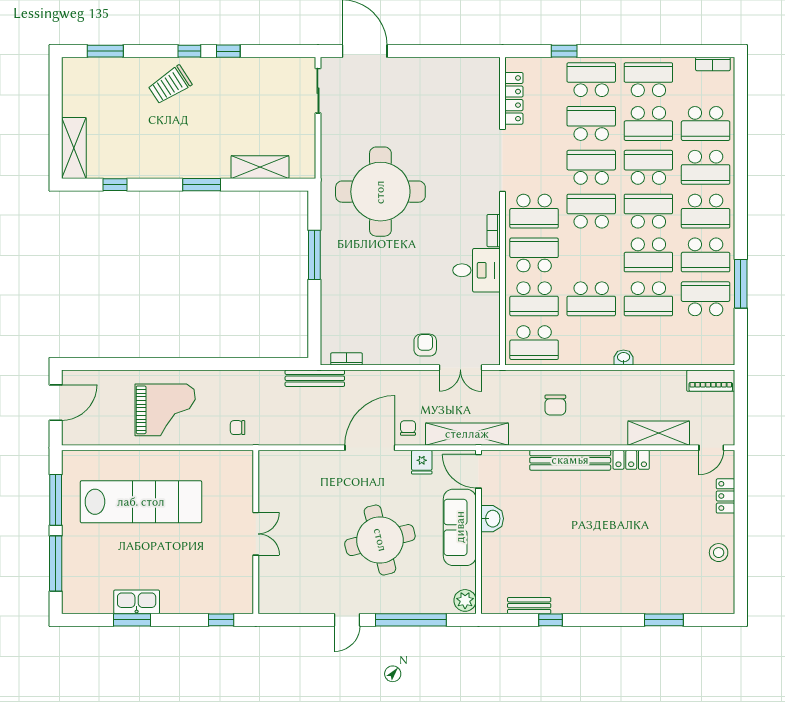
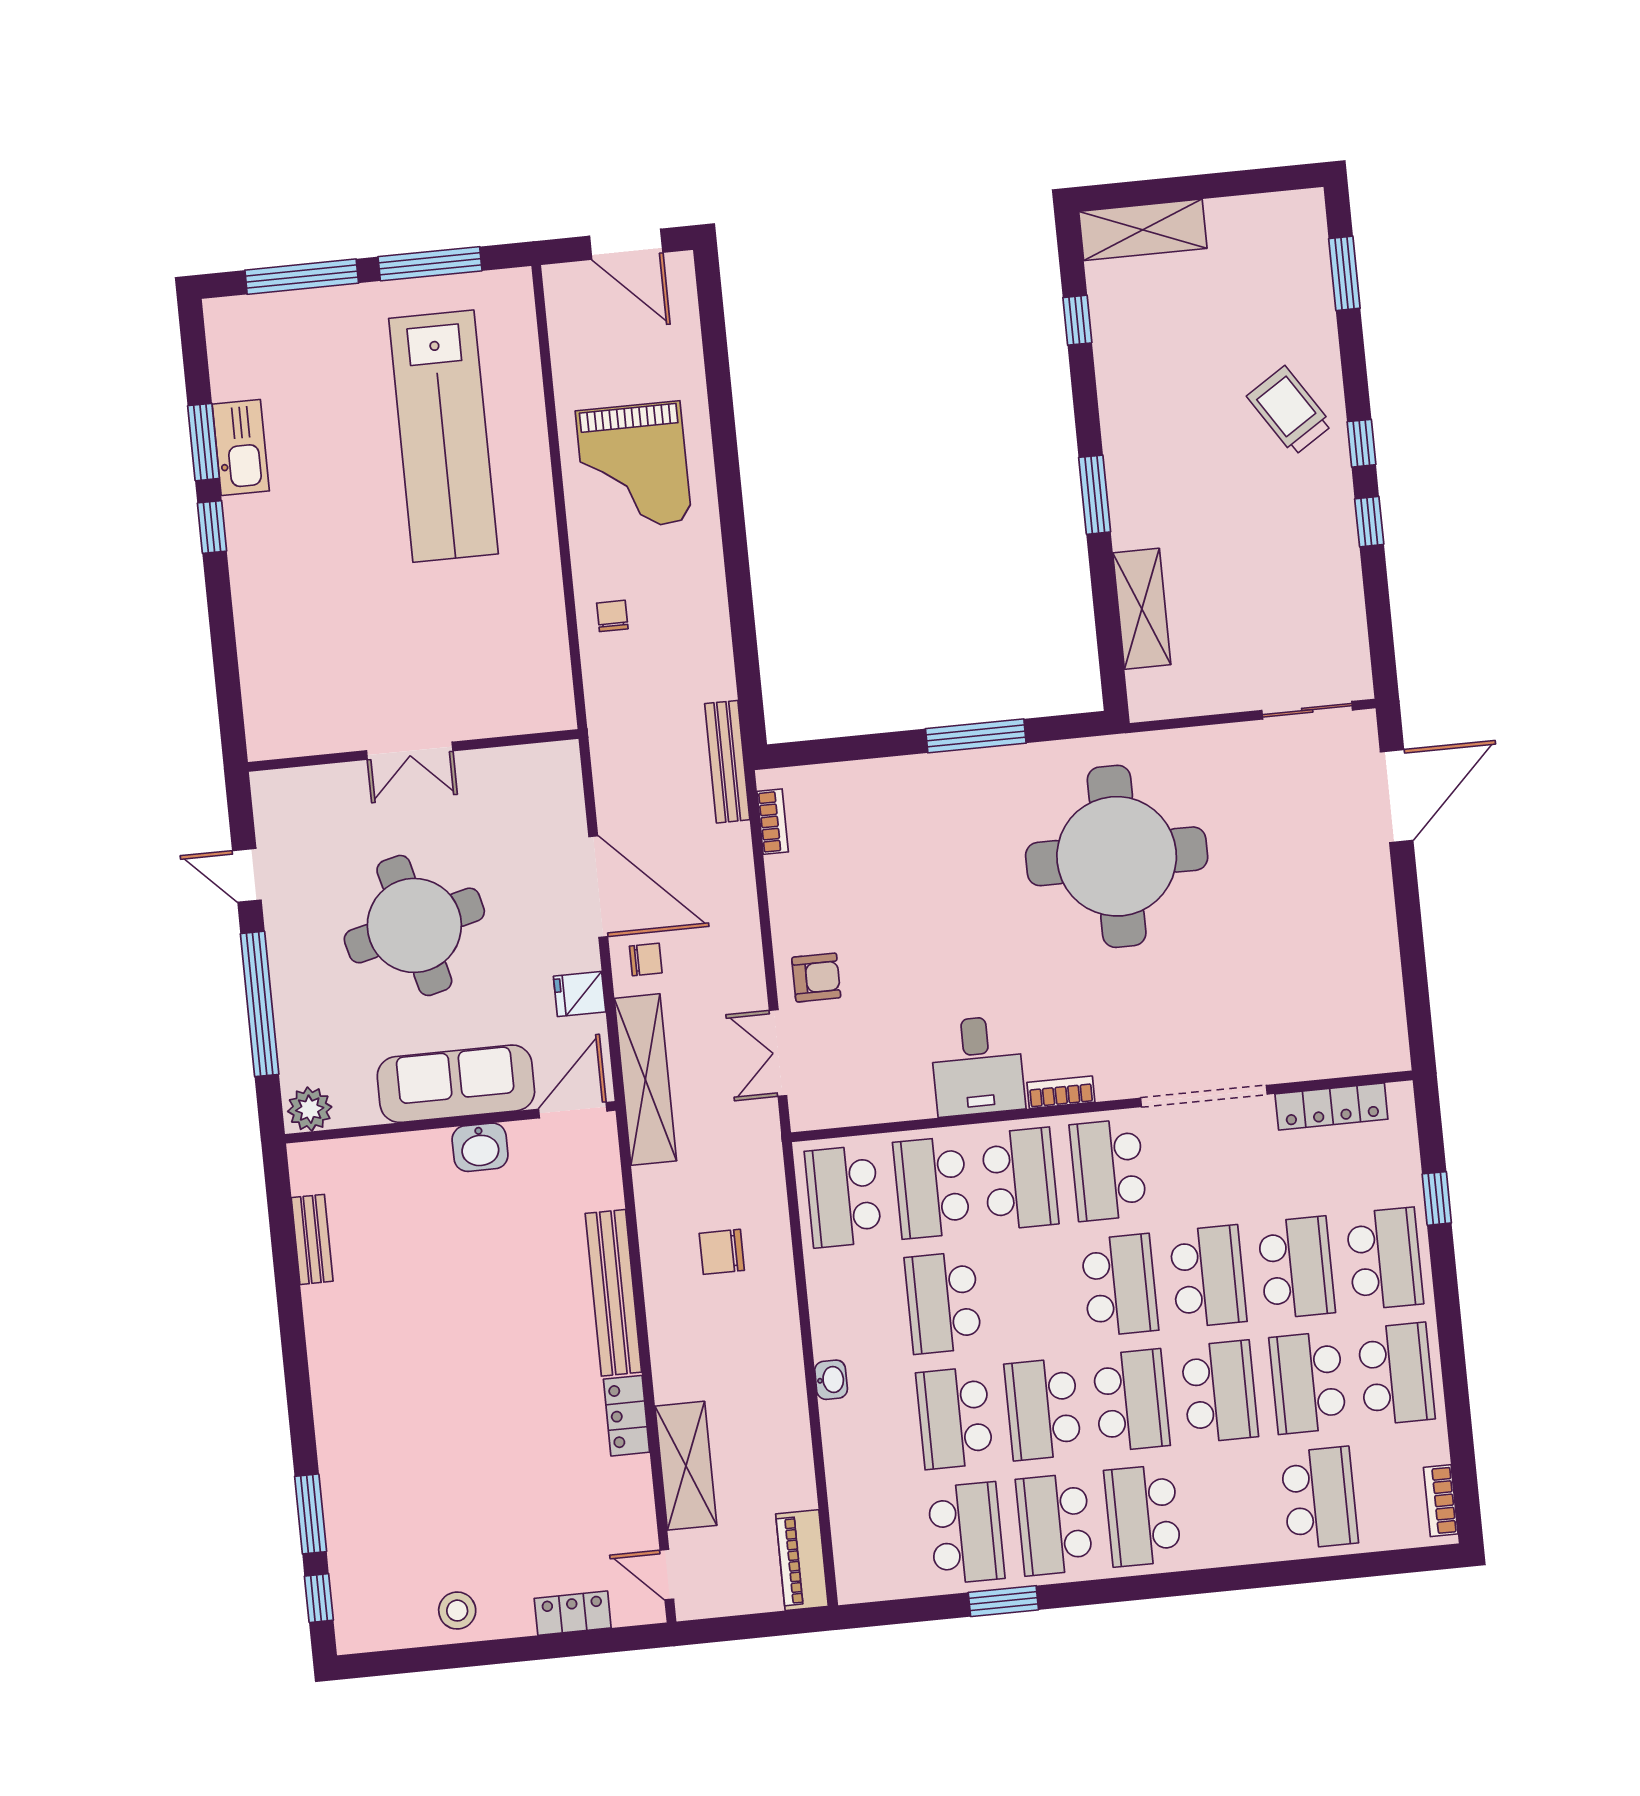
school desk: (706, 123) -> (1319, 1498), turned 180
school desk: (706, 167) -> (1231, 1507), removed
window: (741, 284) -> (1003, 1601), width x0.69
wall: (256, 532) -> (413, 750), moved
double door: (256, 534) -> (410, 751), moved
window: (221, 620) -> (212, 527), moved
window: (550, 620) -> (319, 1598), moved

